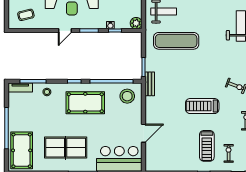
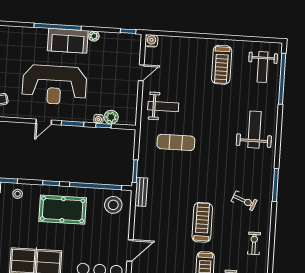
plant: (136, 23) -> (111, 117), moved
exercise mat: (176, 41) -> (176, 142), width x0.73, depth x0.69
treadmill: (202, 106) -> (202, 222), turned 90

